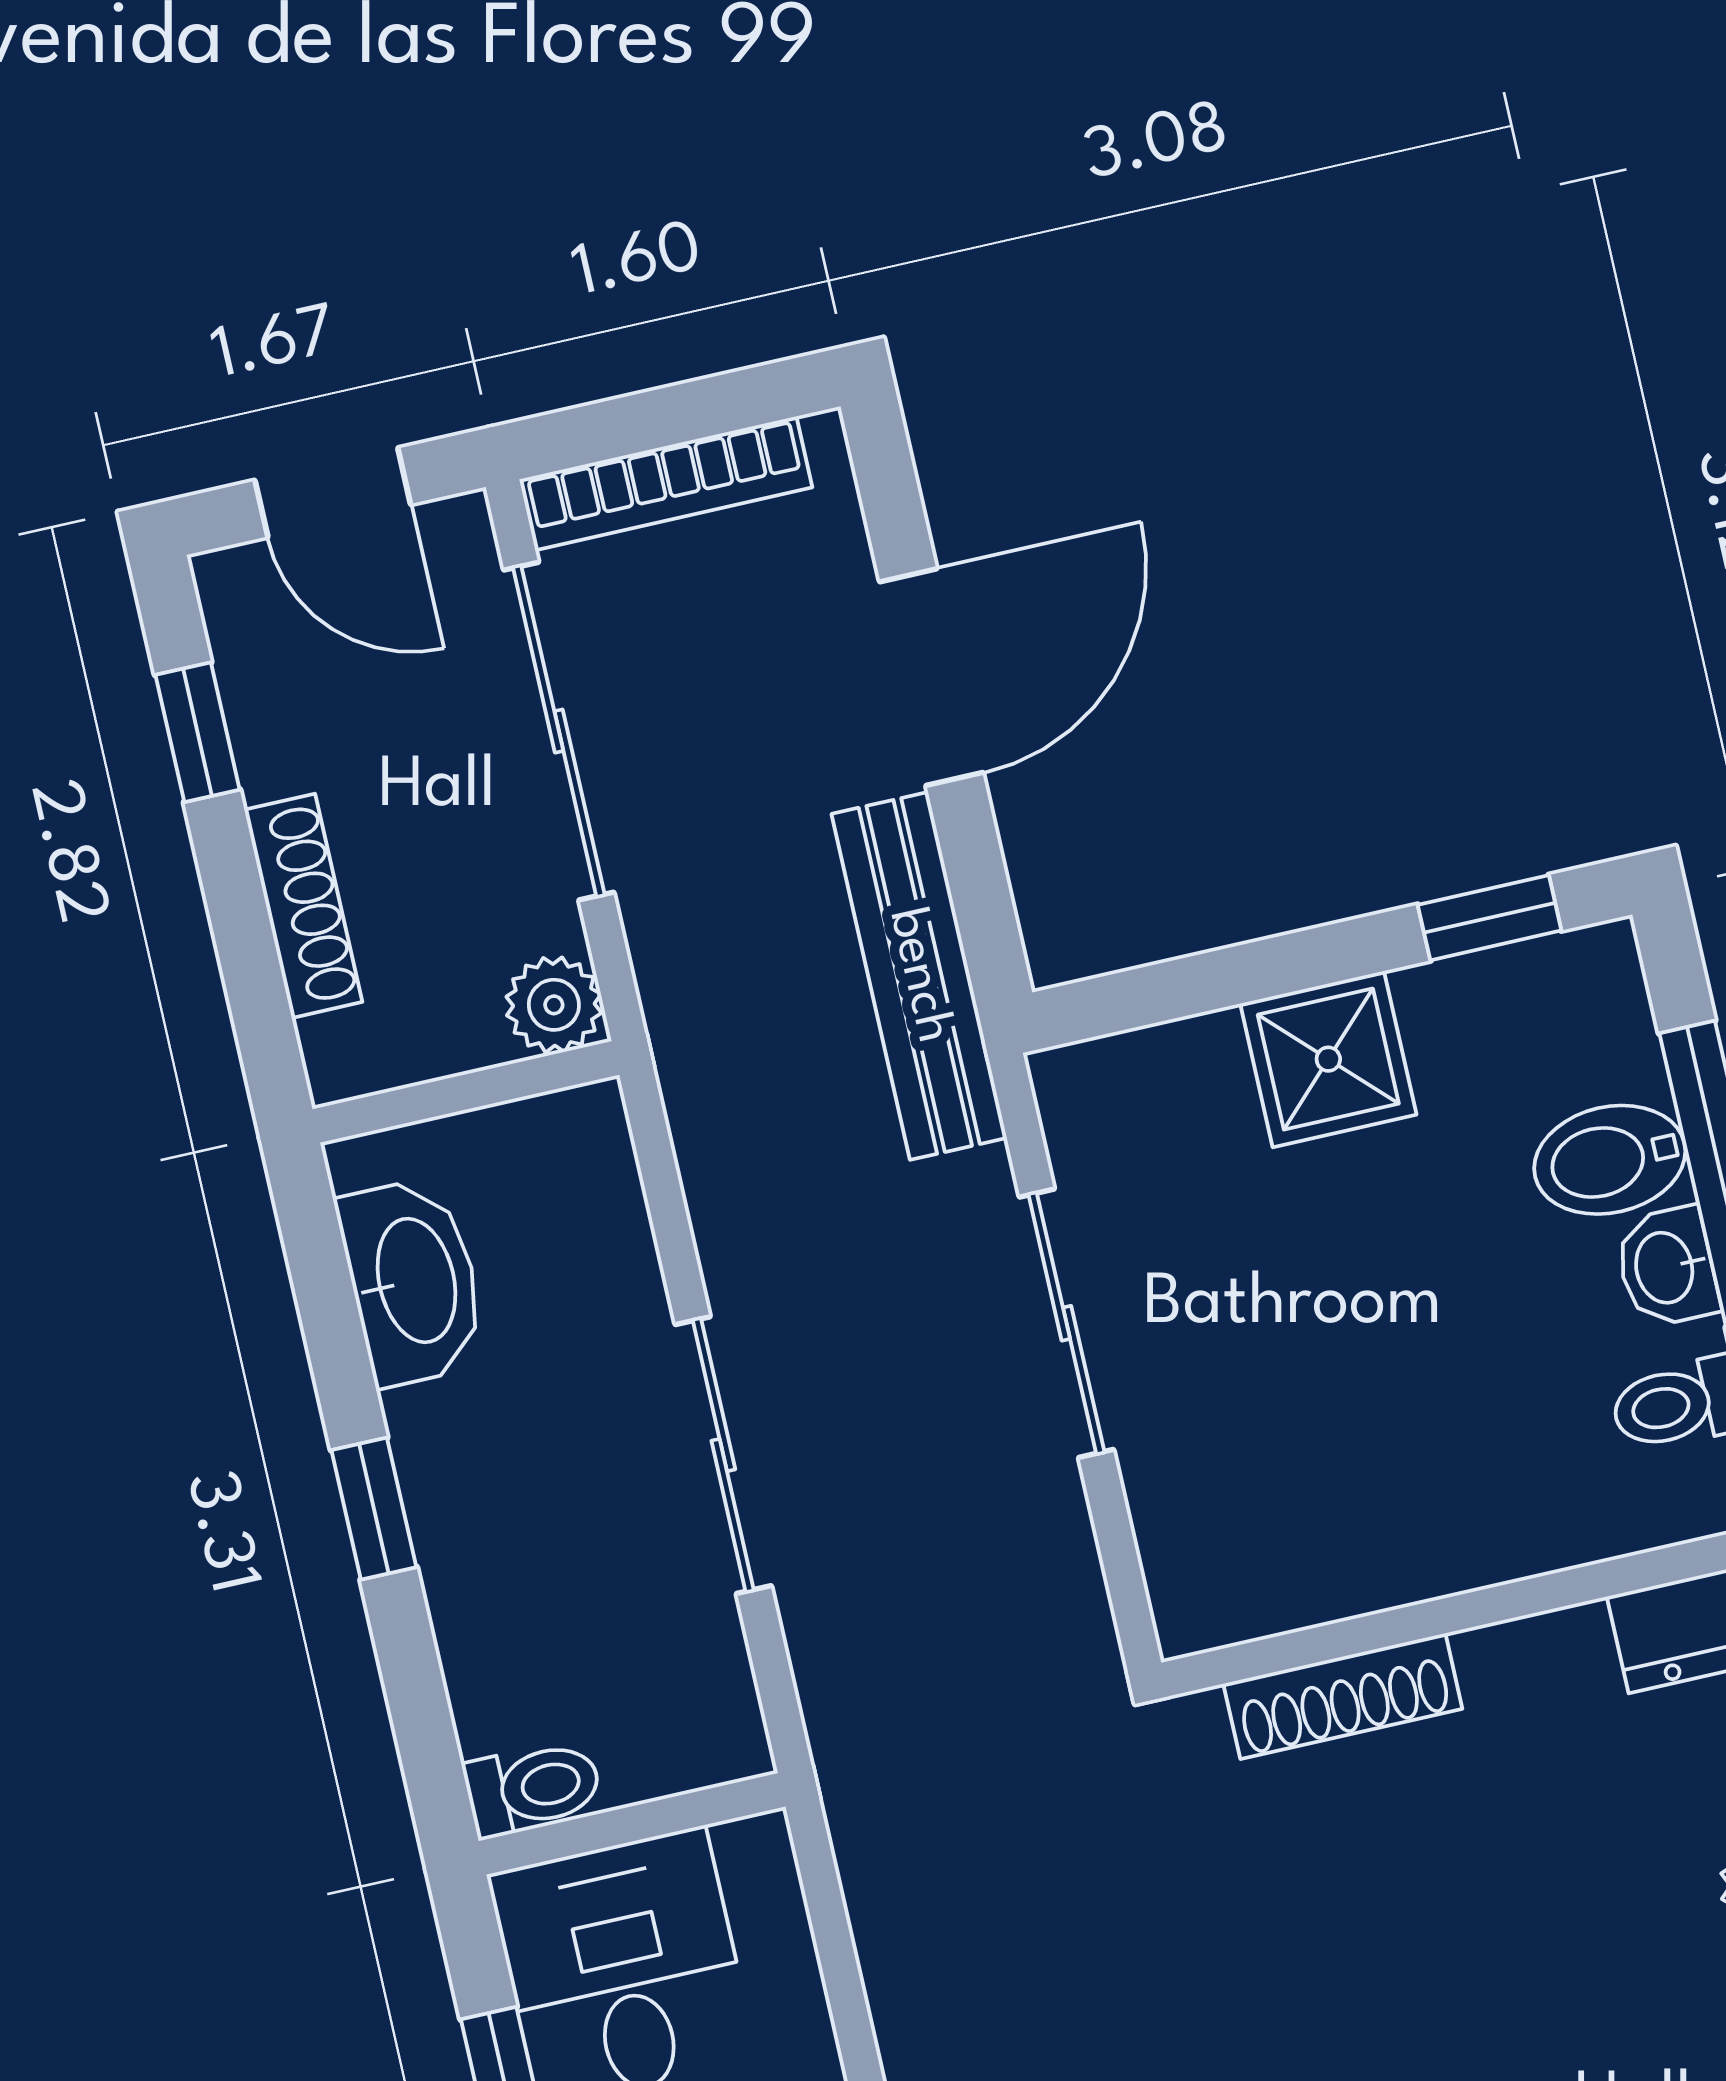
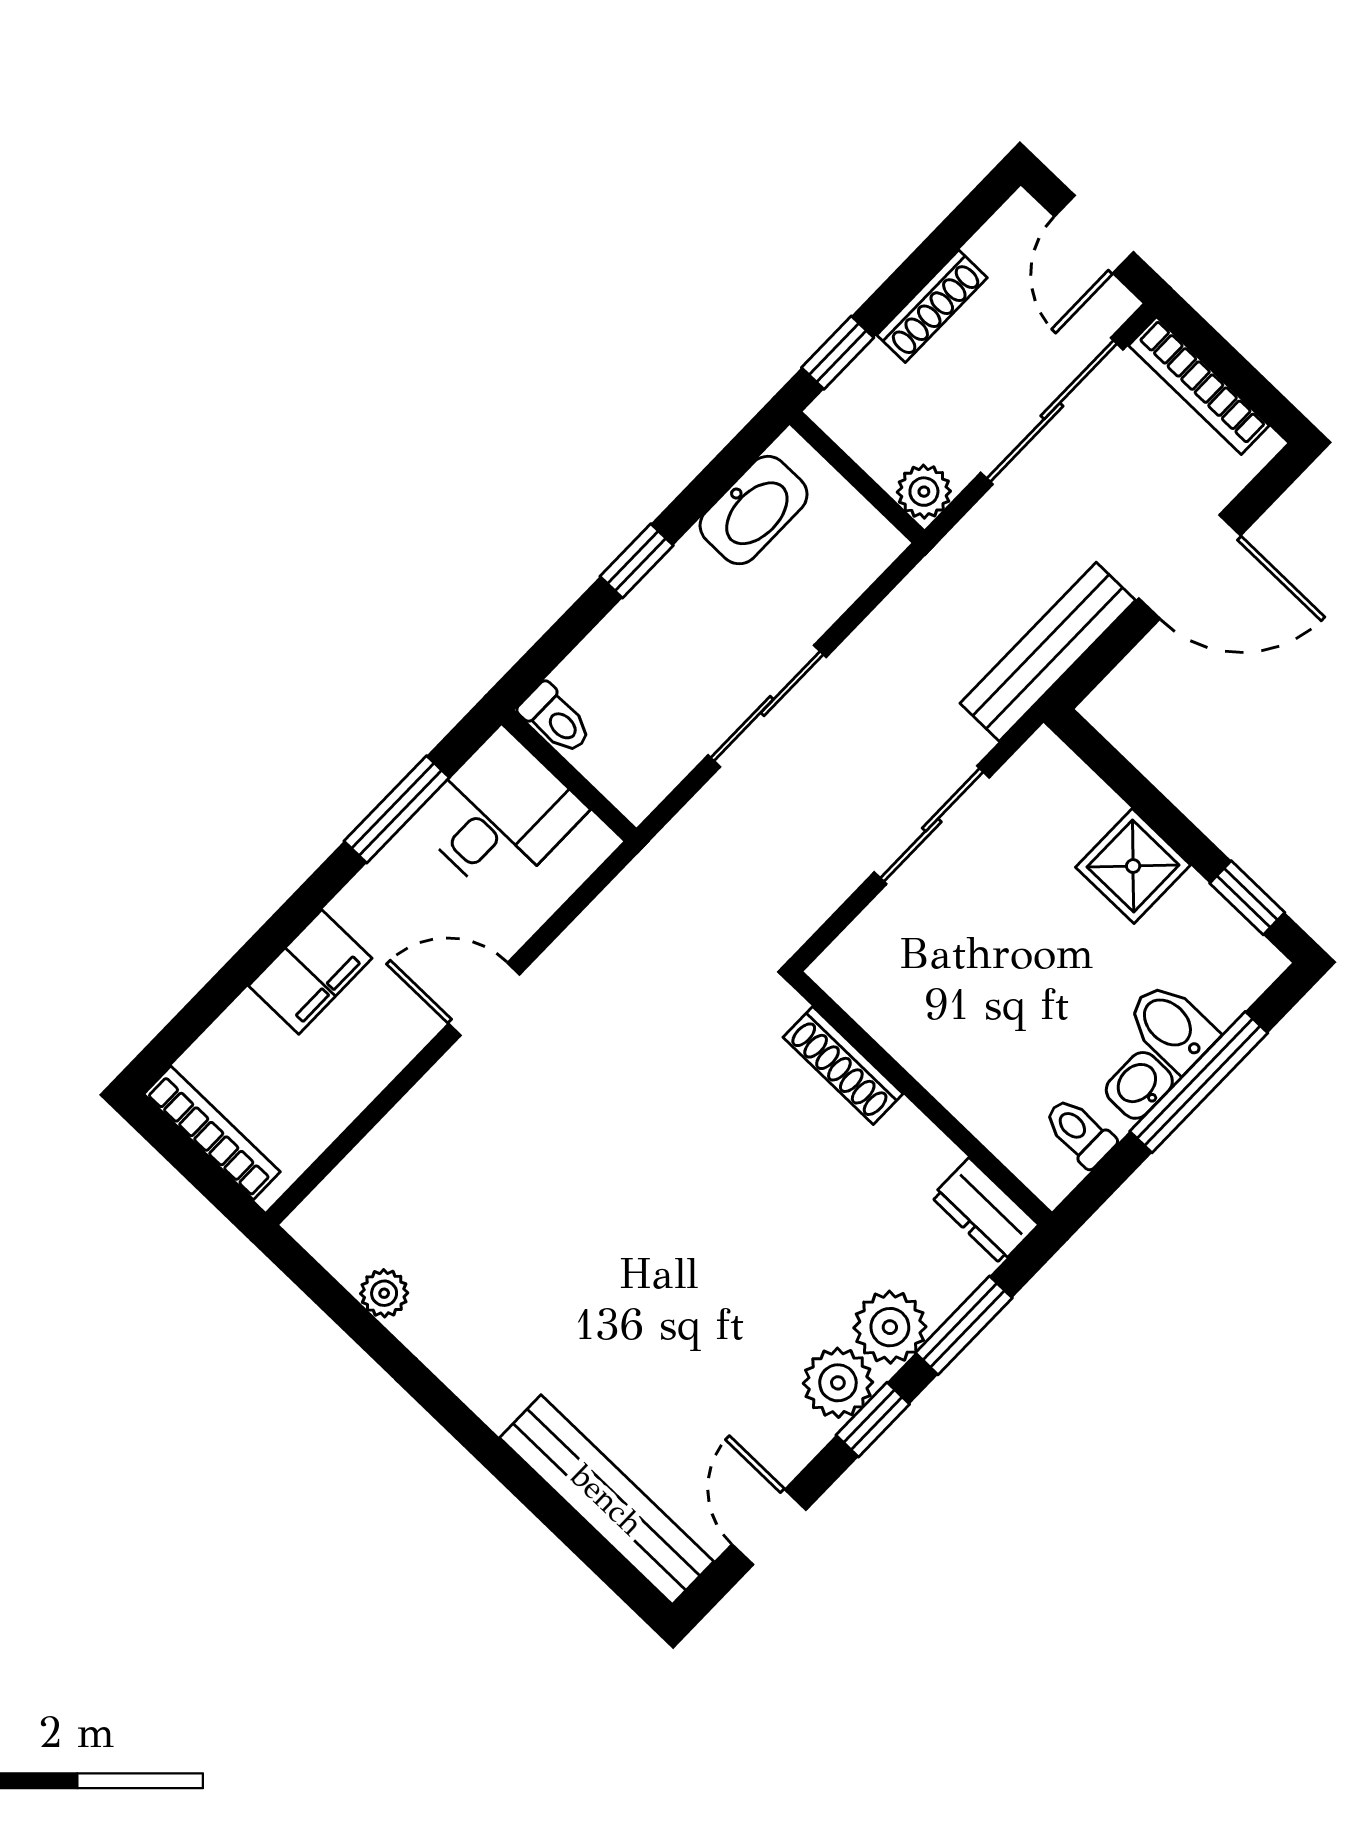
window: (198, 732) -> (838, 353), moved
shoe rack: (303, 906) -> (932, 306), moved

